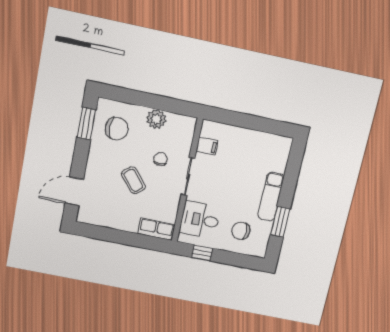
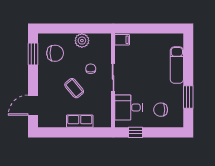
filing cabinet: (207, 146) -> (122, 40), moved
exam couch: (271, 197) -> (177, 65), moved
row of seats: (156, 229) -> (80, 121), moved

